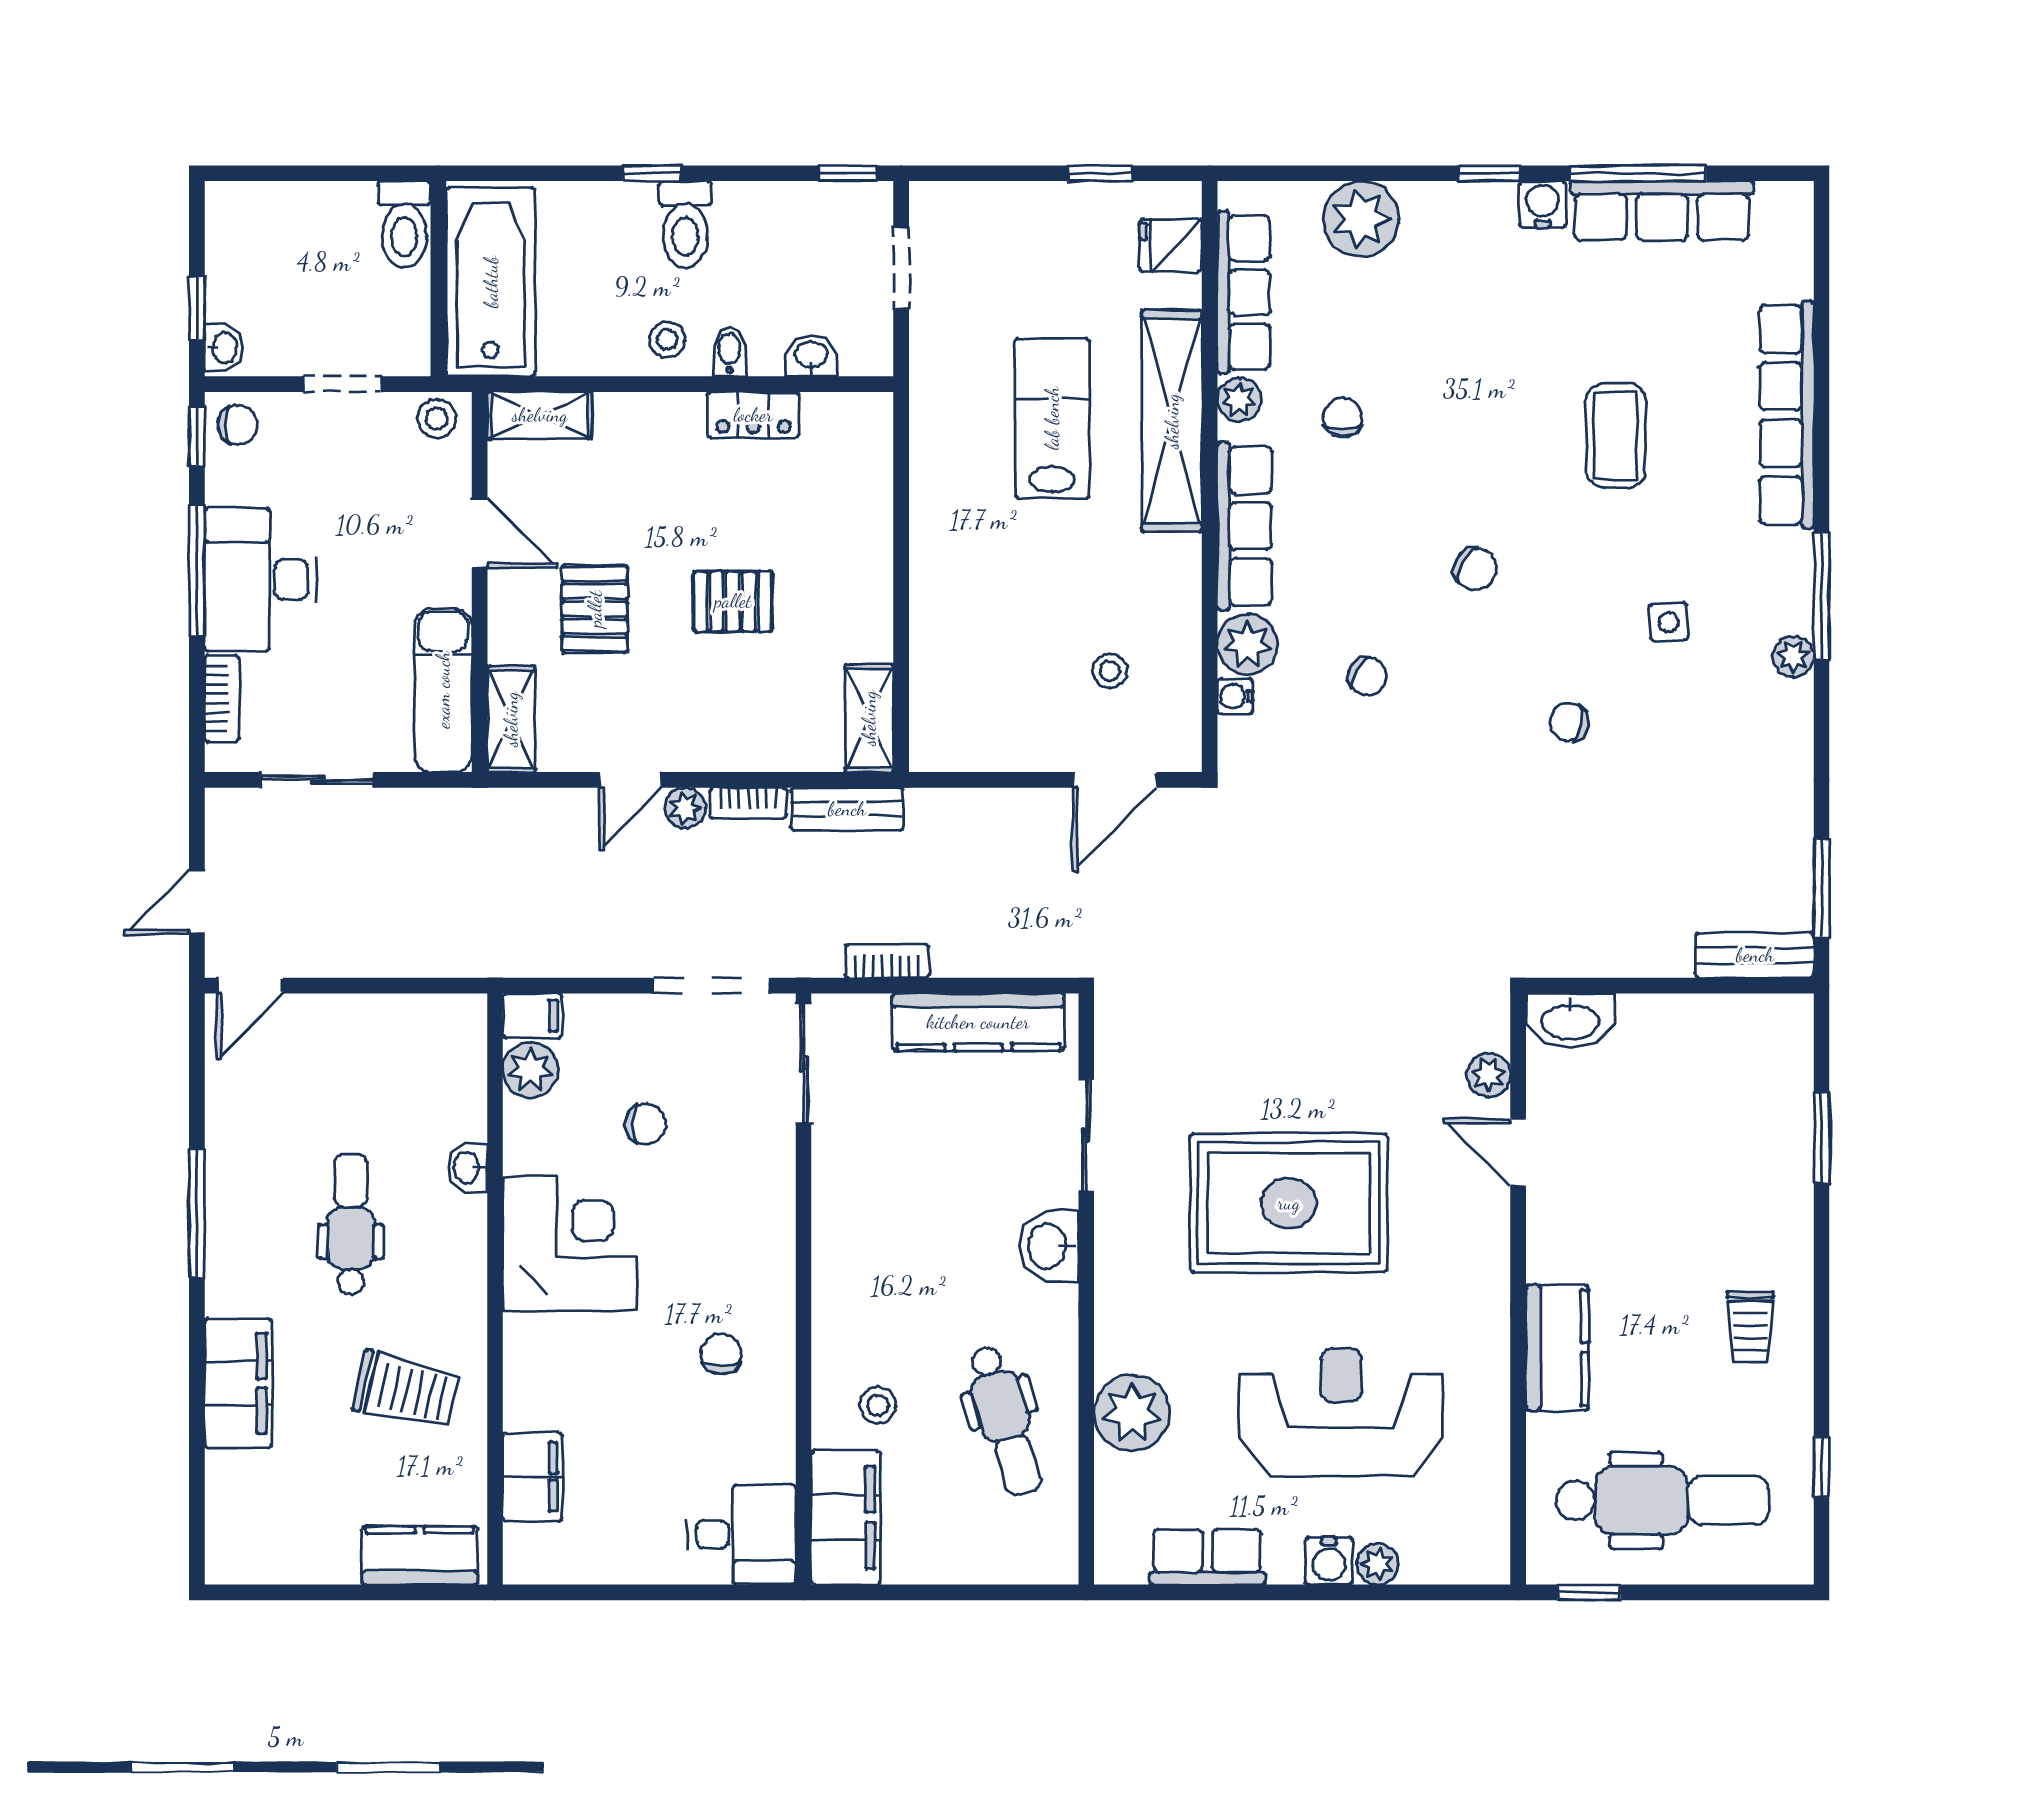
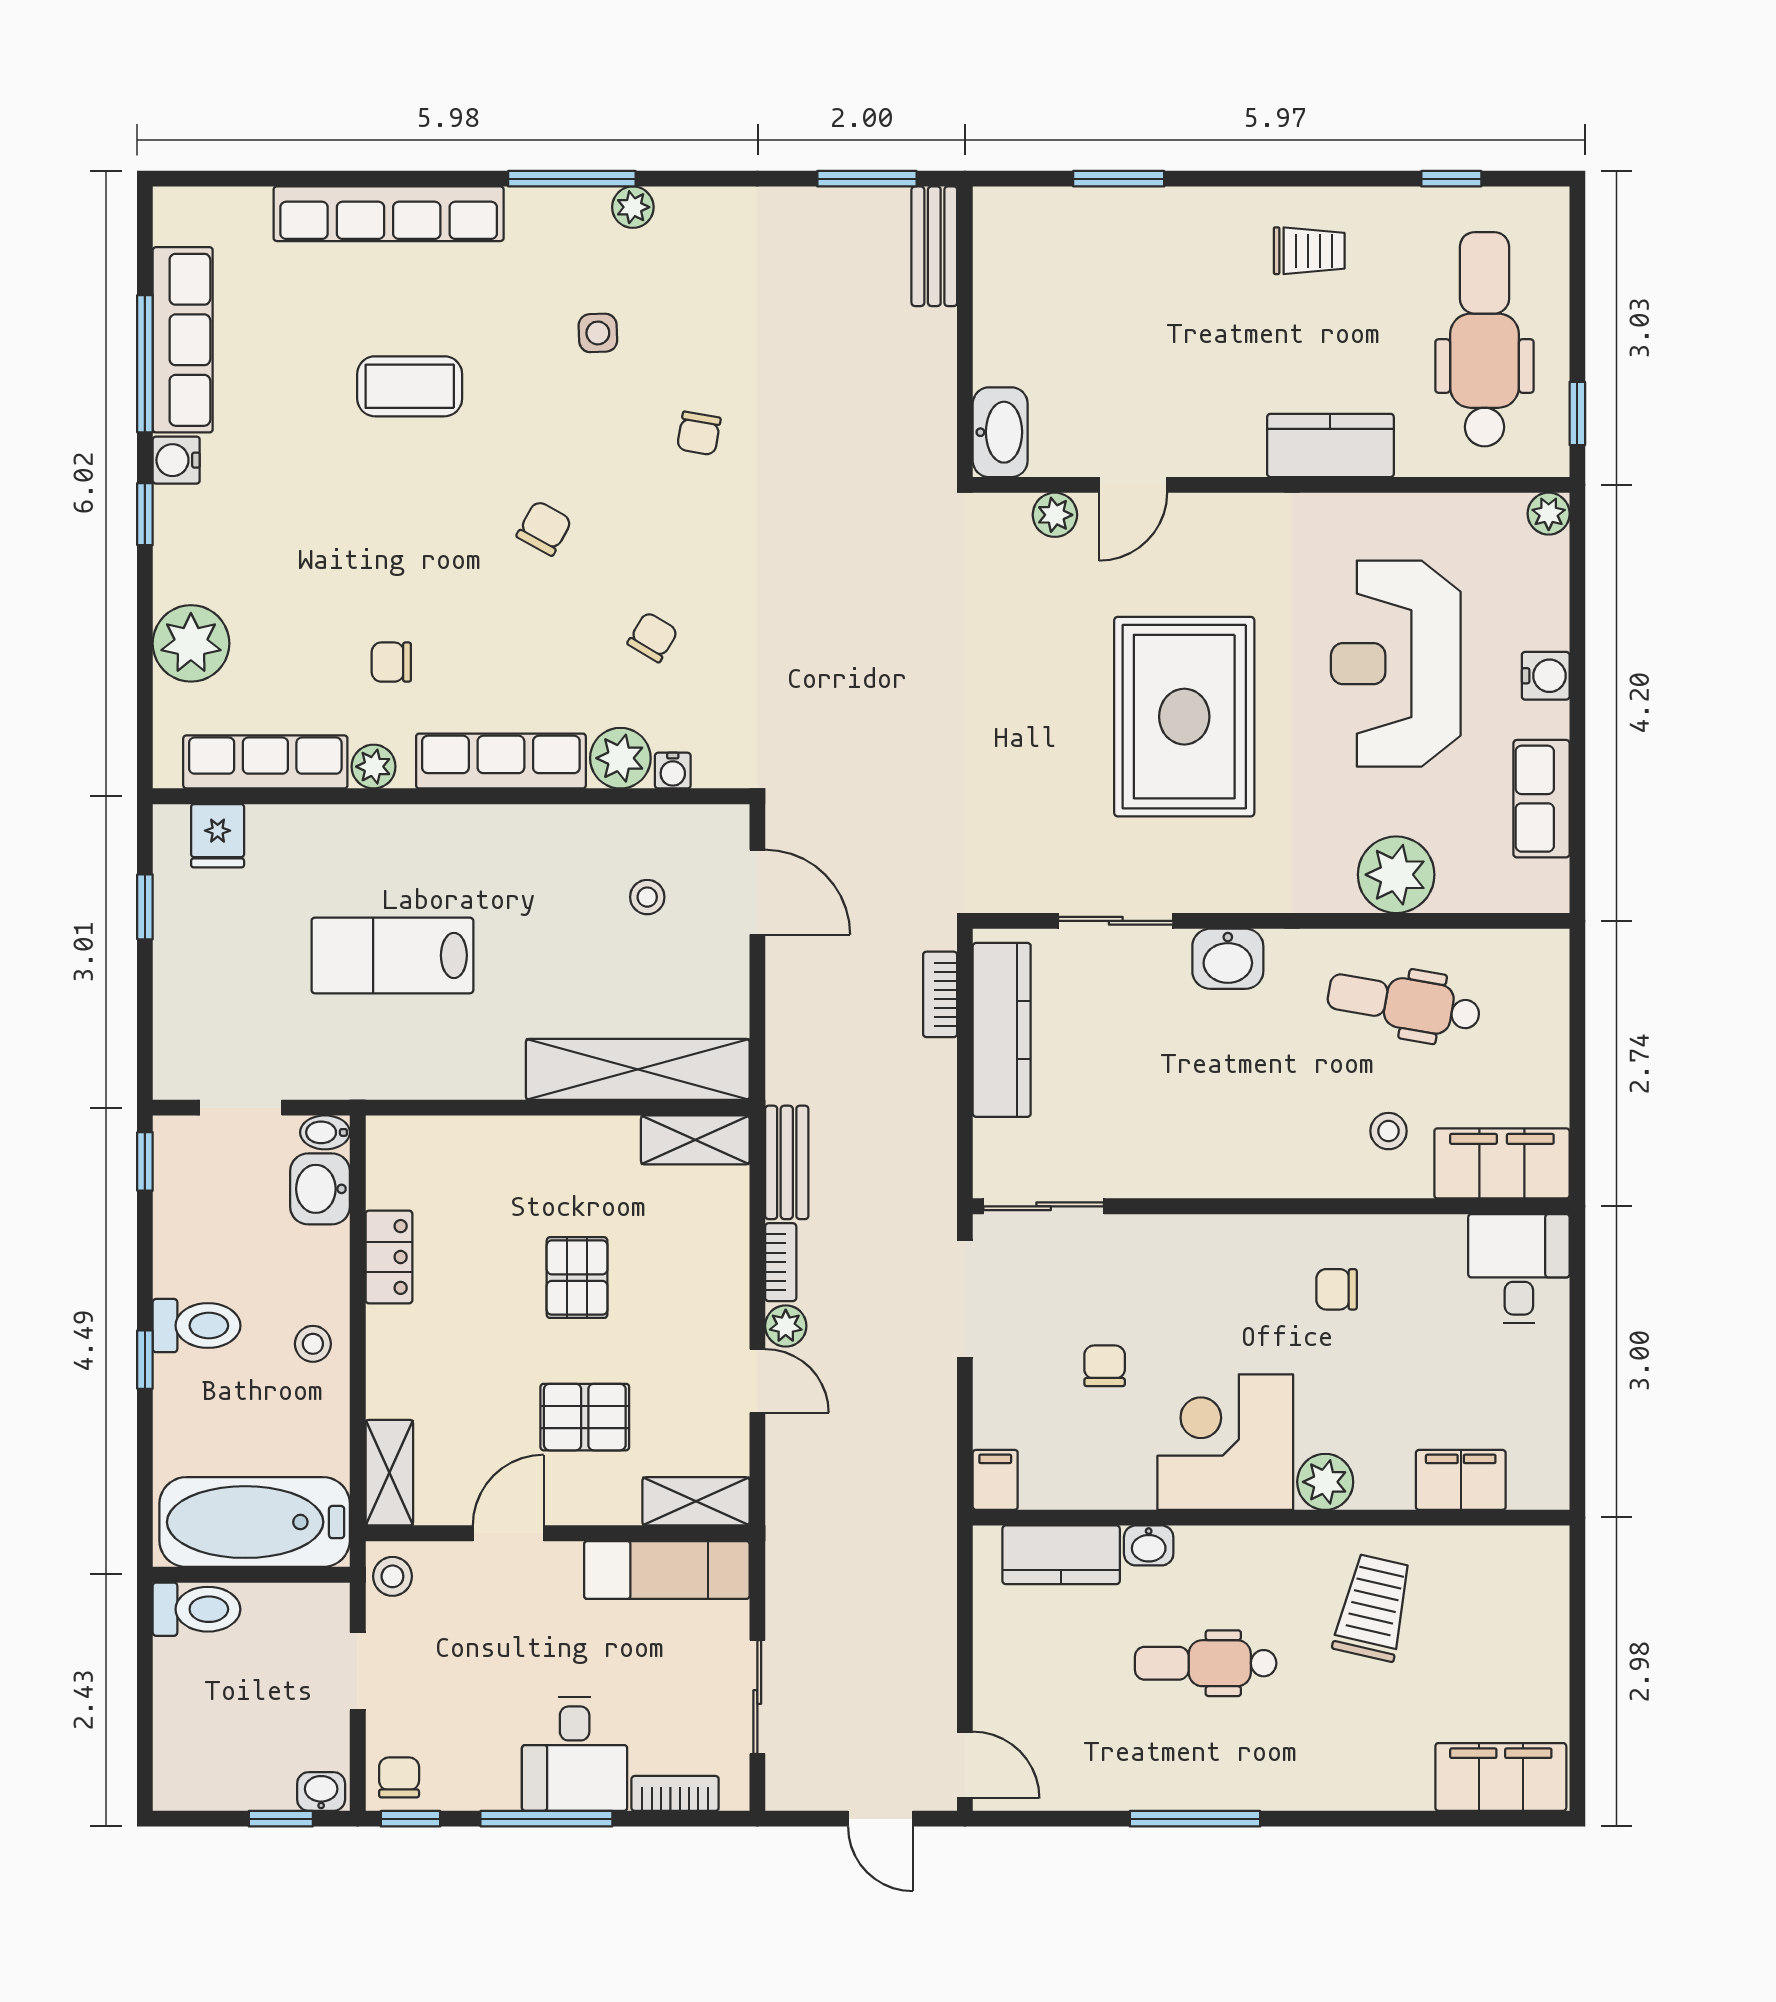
bidet: (729, 352) -> (325, 1132), moved
washbasin: (811, 356) -> (320, 1189), width x1.38, depth x1.45
shelving: (1172, 421) -> (638, 1069), moved
desk: (261, 579) -> (575, 1754), width x0.73
bookcase: (887, 961) -> (940, 994), moved
plant: (530, 1070) -> (1325, 1482), moved
filing cabinet: (238, 1383) -> (1501, 1777), moved
dental chair: (1005, 1420) -> (1404, 1003), turned -153
kitchen counter: (419, 1556) -> (1061, 1555), moved, turned -90
plant: (1378, 1564) -> (1549, 514), moved

